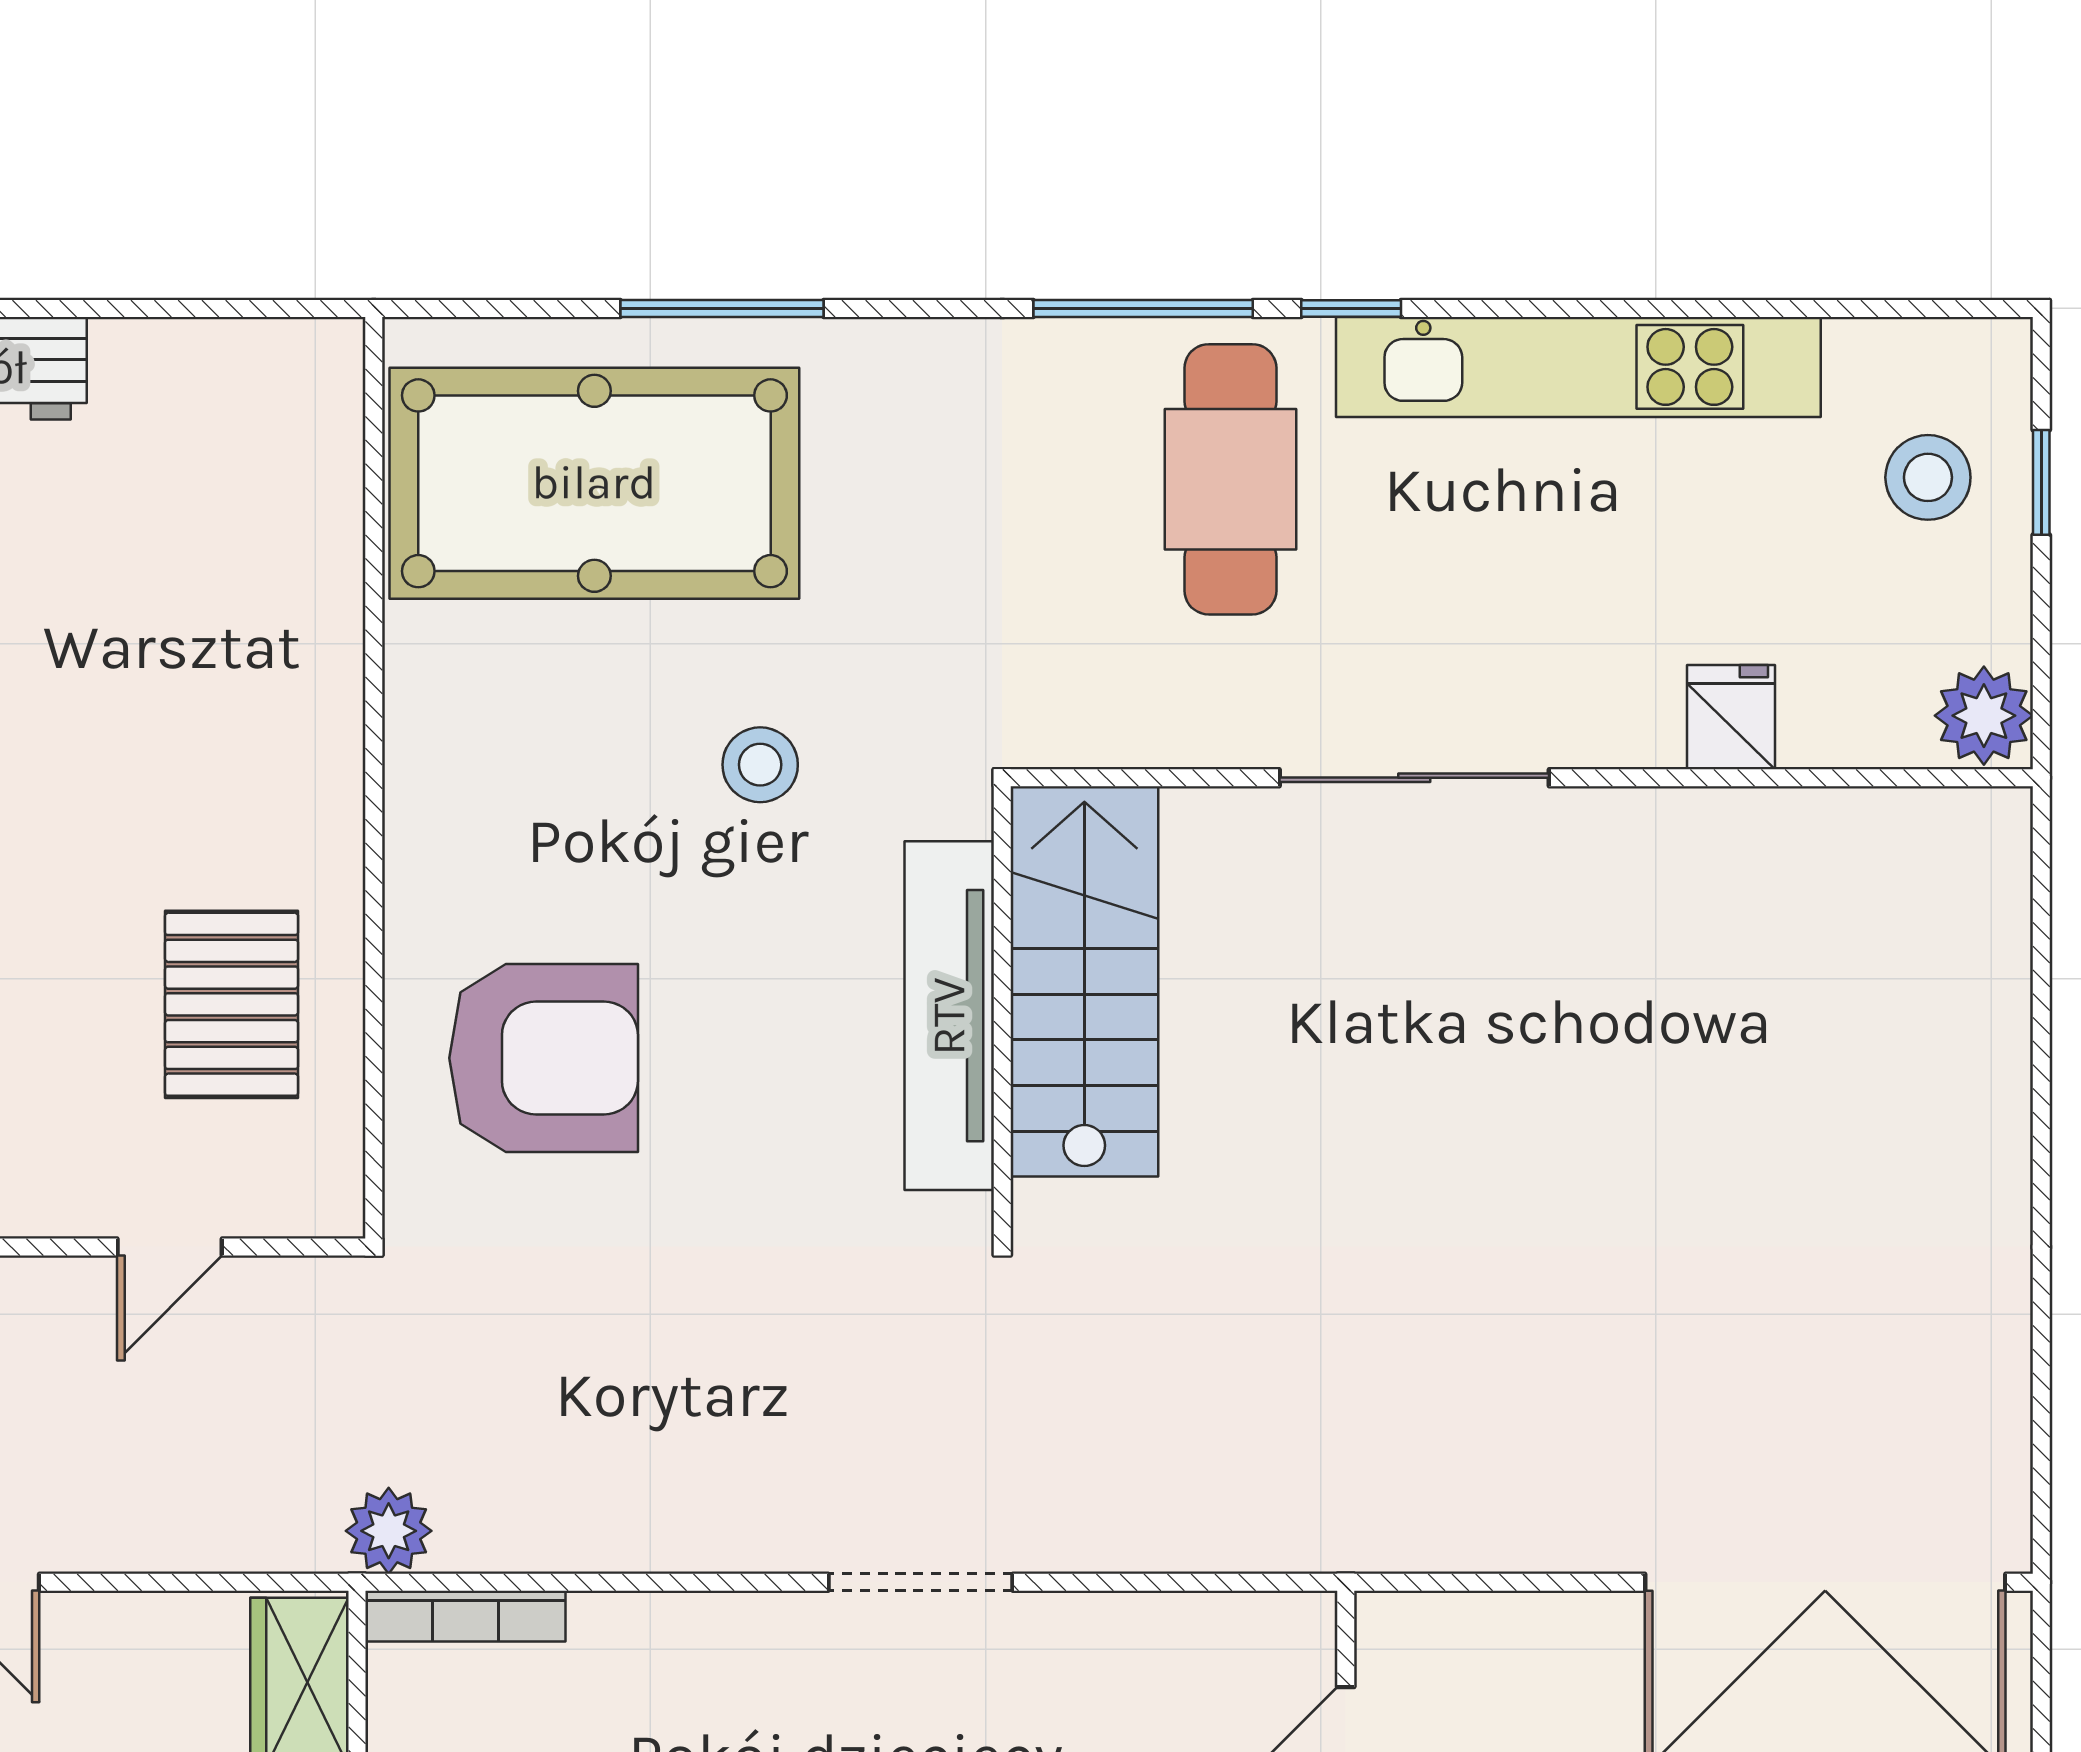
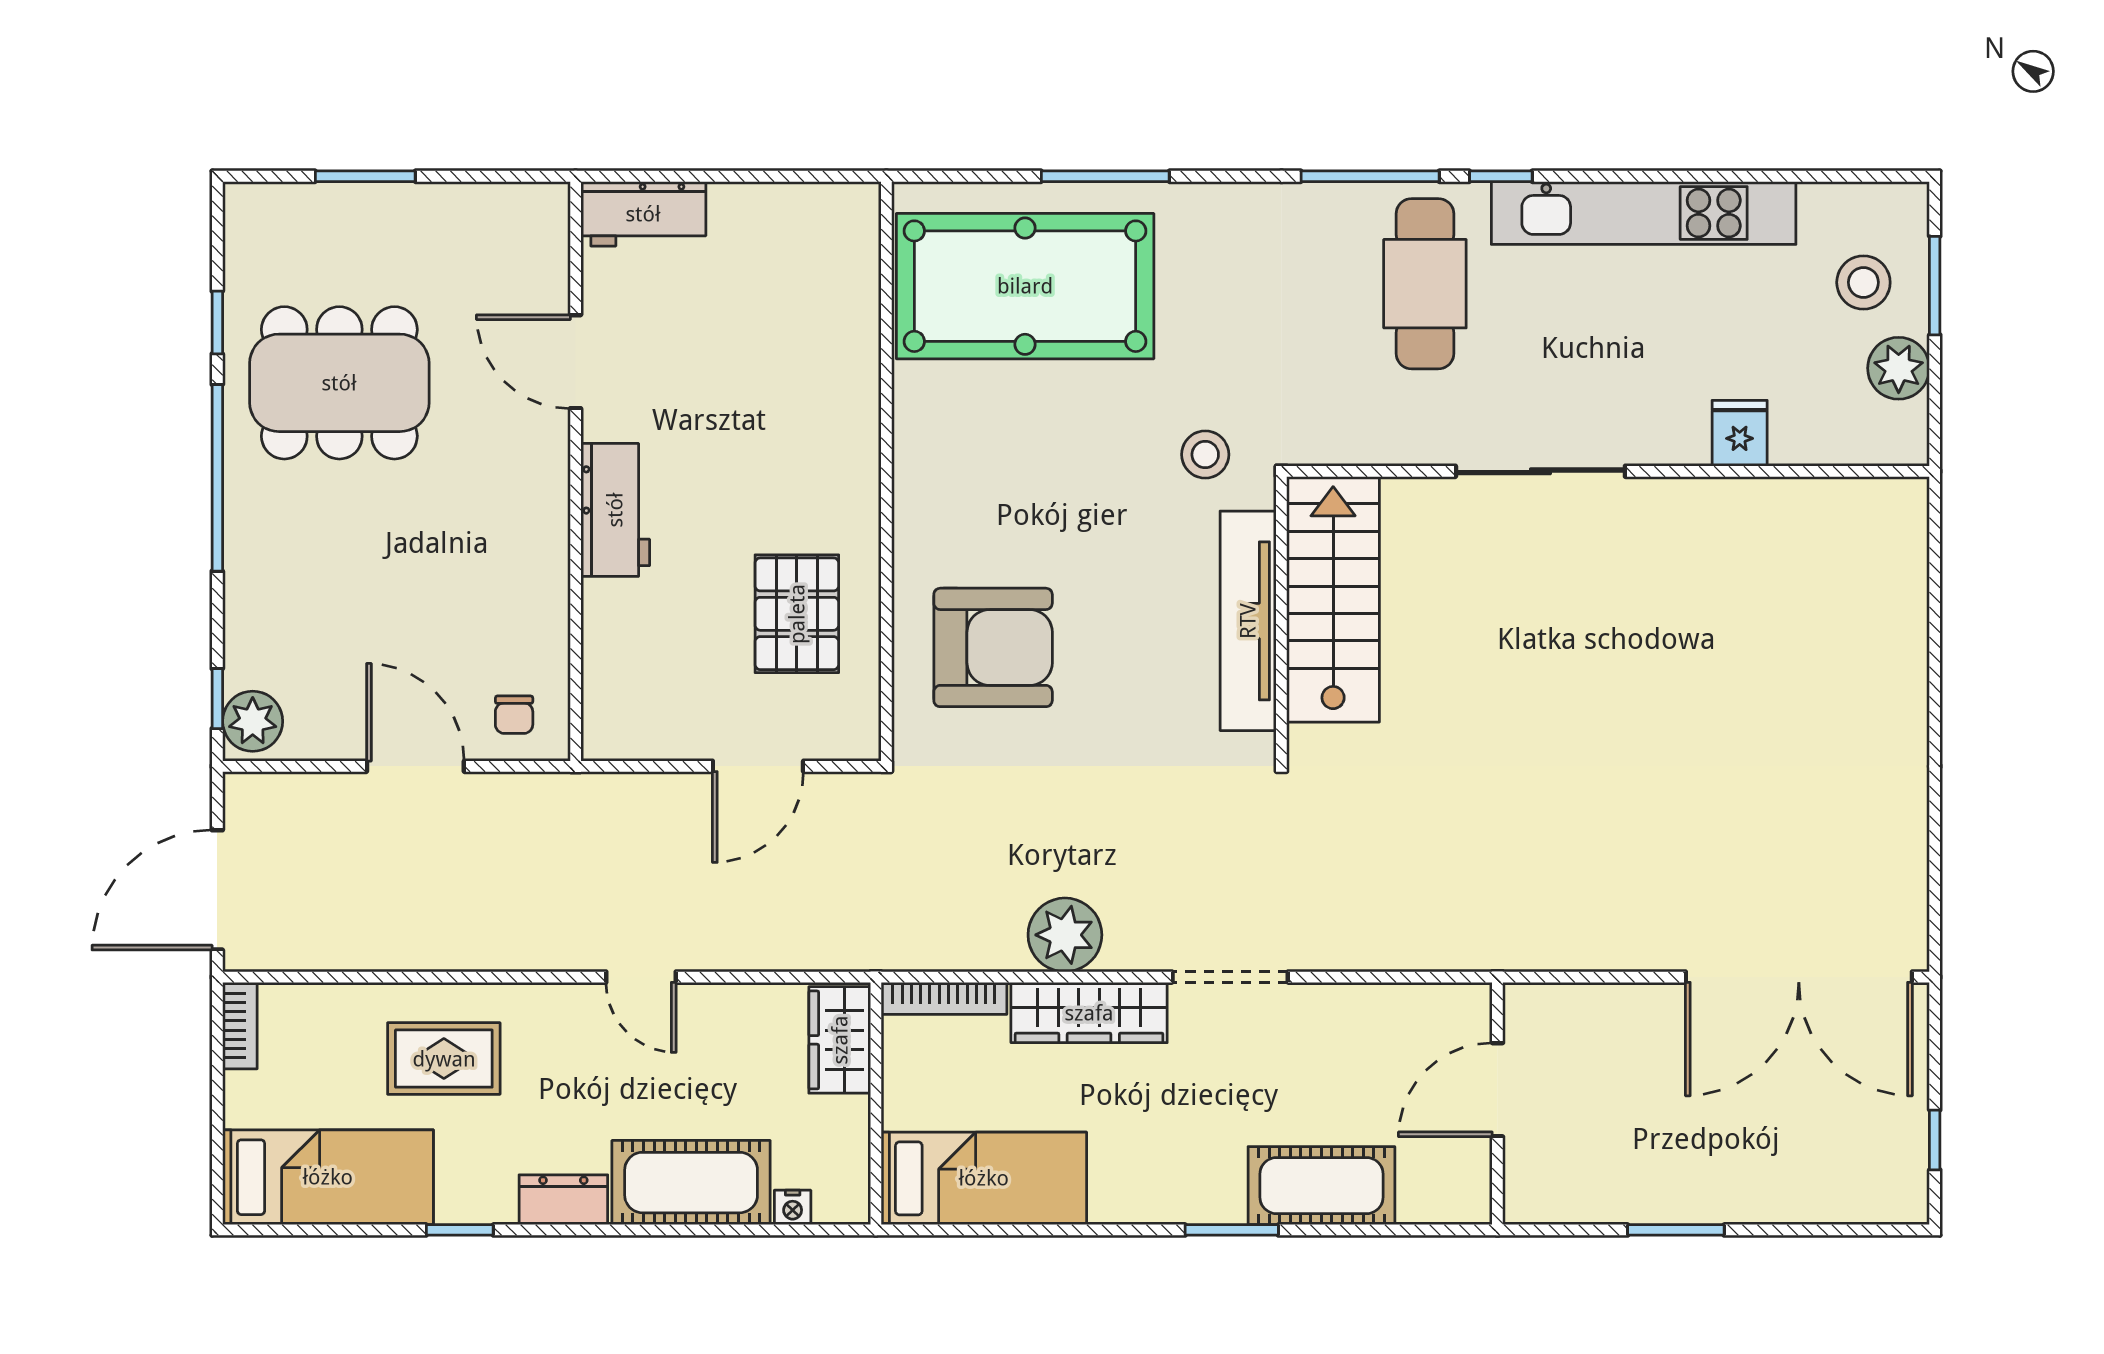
window: (2041, 482) -> (1935, 286), width x1.50
plant: (1984, 716) -> (1899, 368), moved
stool: (760, 765) -> (1205, 455), moved
door: (170, 1247) -> (758, 766), width x1.38
plant: (389, 1531) -> (1065, 935), moved, width x1.36, depth x1.36
wardrobe: (696, 1639) -> (1089, 1013), added

